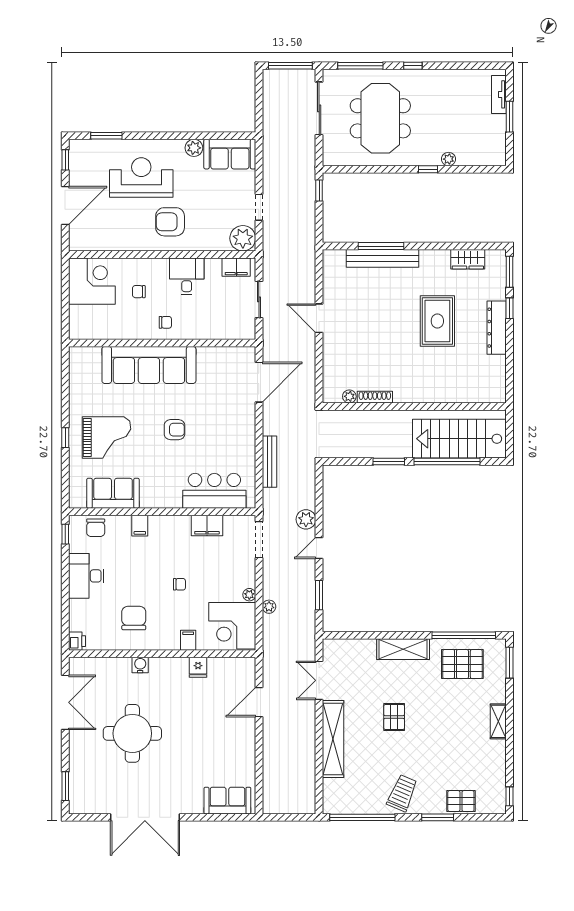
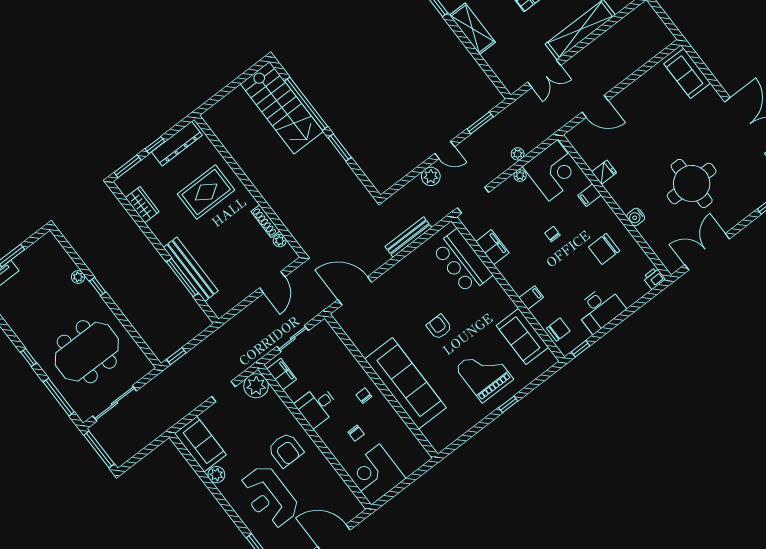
plant: (349, 396) -> (280, 241), moved
shoe rack: (375, 397) -> (265, 221), moved
wall: (414, 406) -> (250, 186), moved

